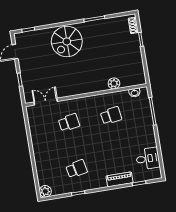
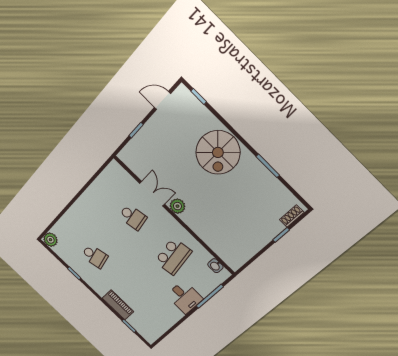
spiral stairs: (67, 41) -> (218, 152), turned -90
plant: (114, 83) -> (177, 206), moved
double door: (46, 102) -> (152, 194), moved
school desk: (111, 116) -> (173, 256), width x1.85
desk: (148, 159) -> (185, 297), moved

